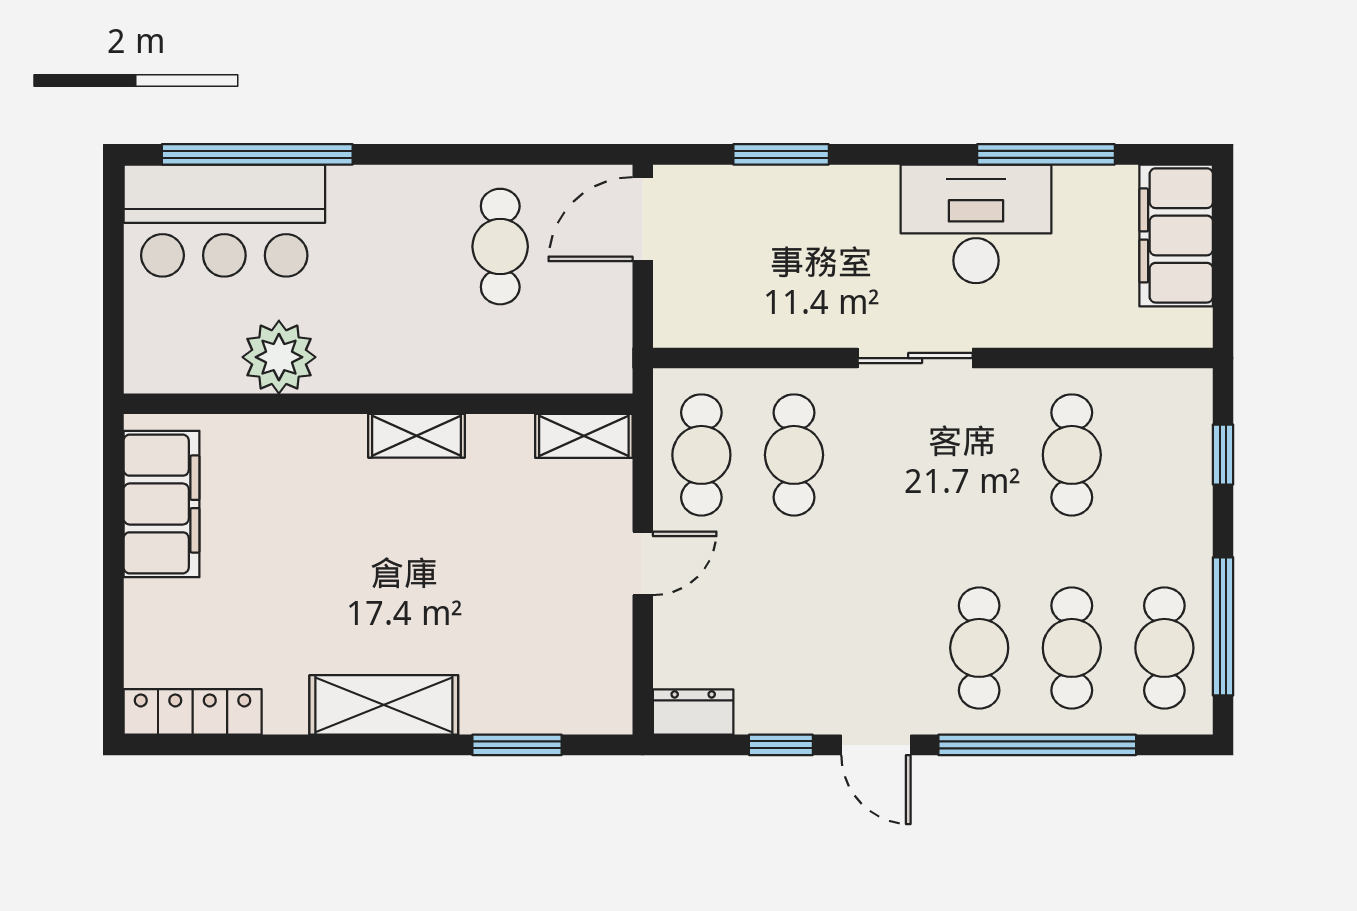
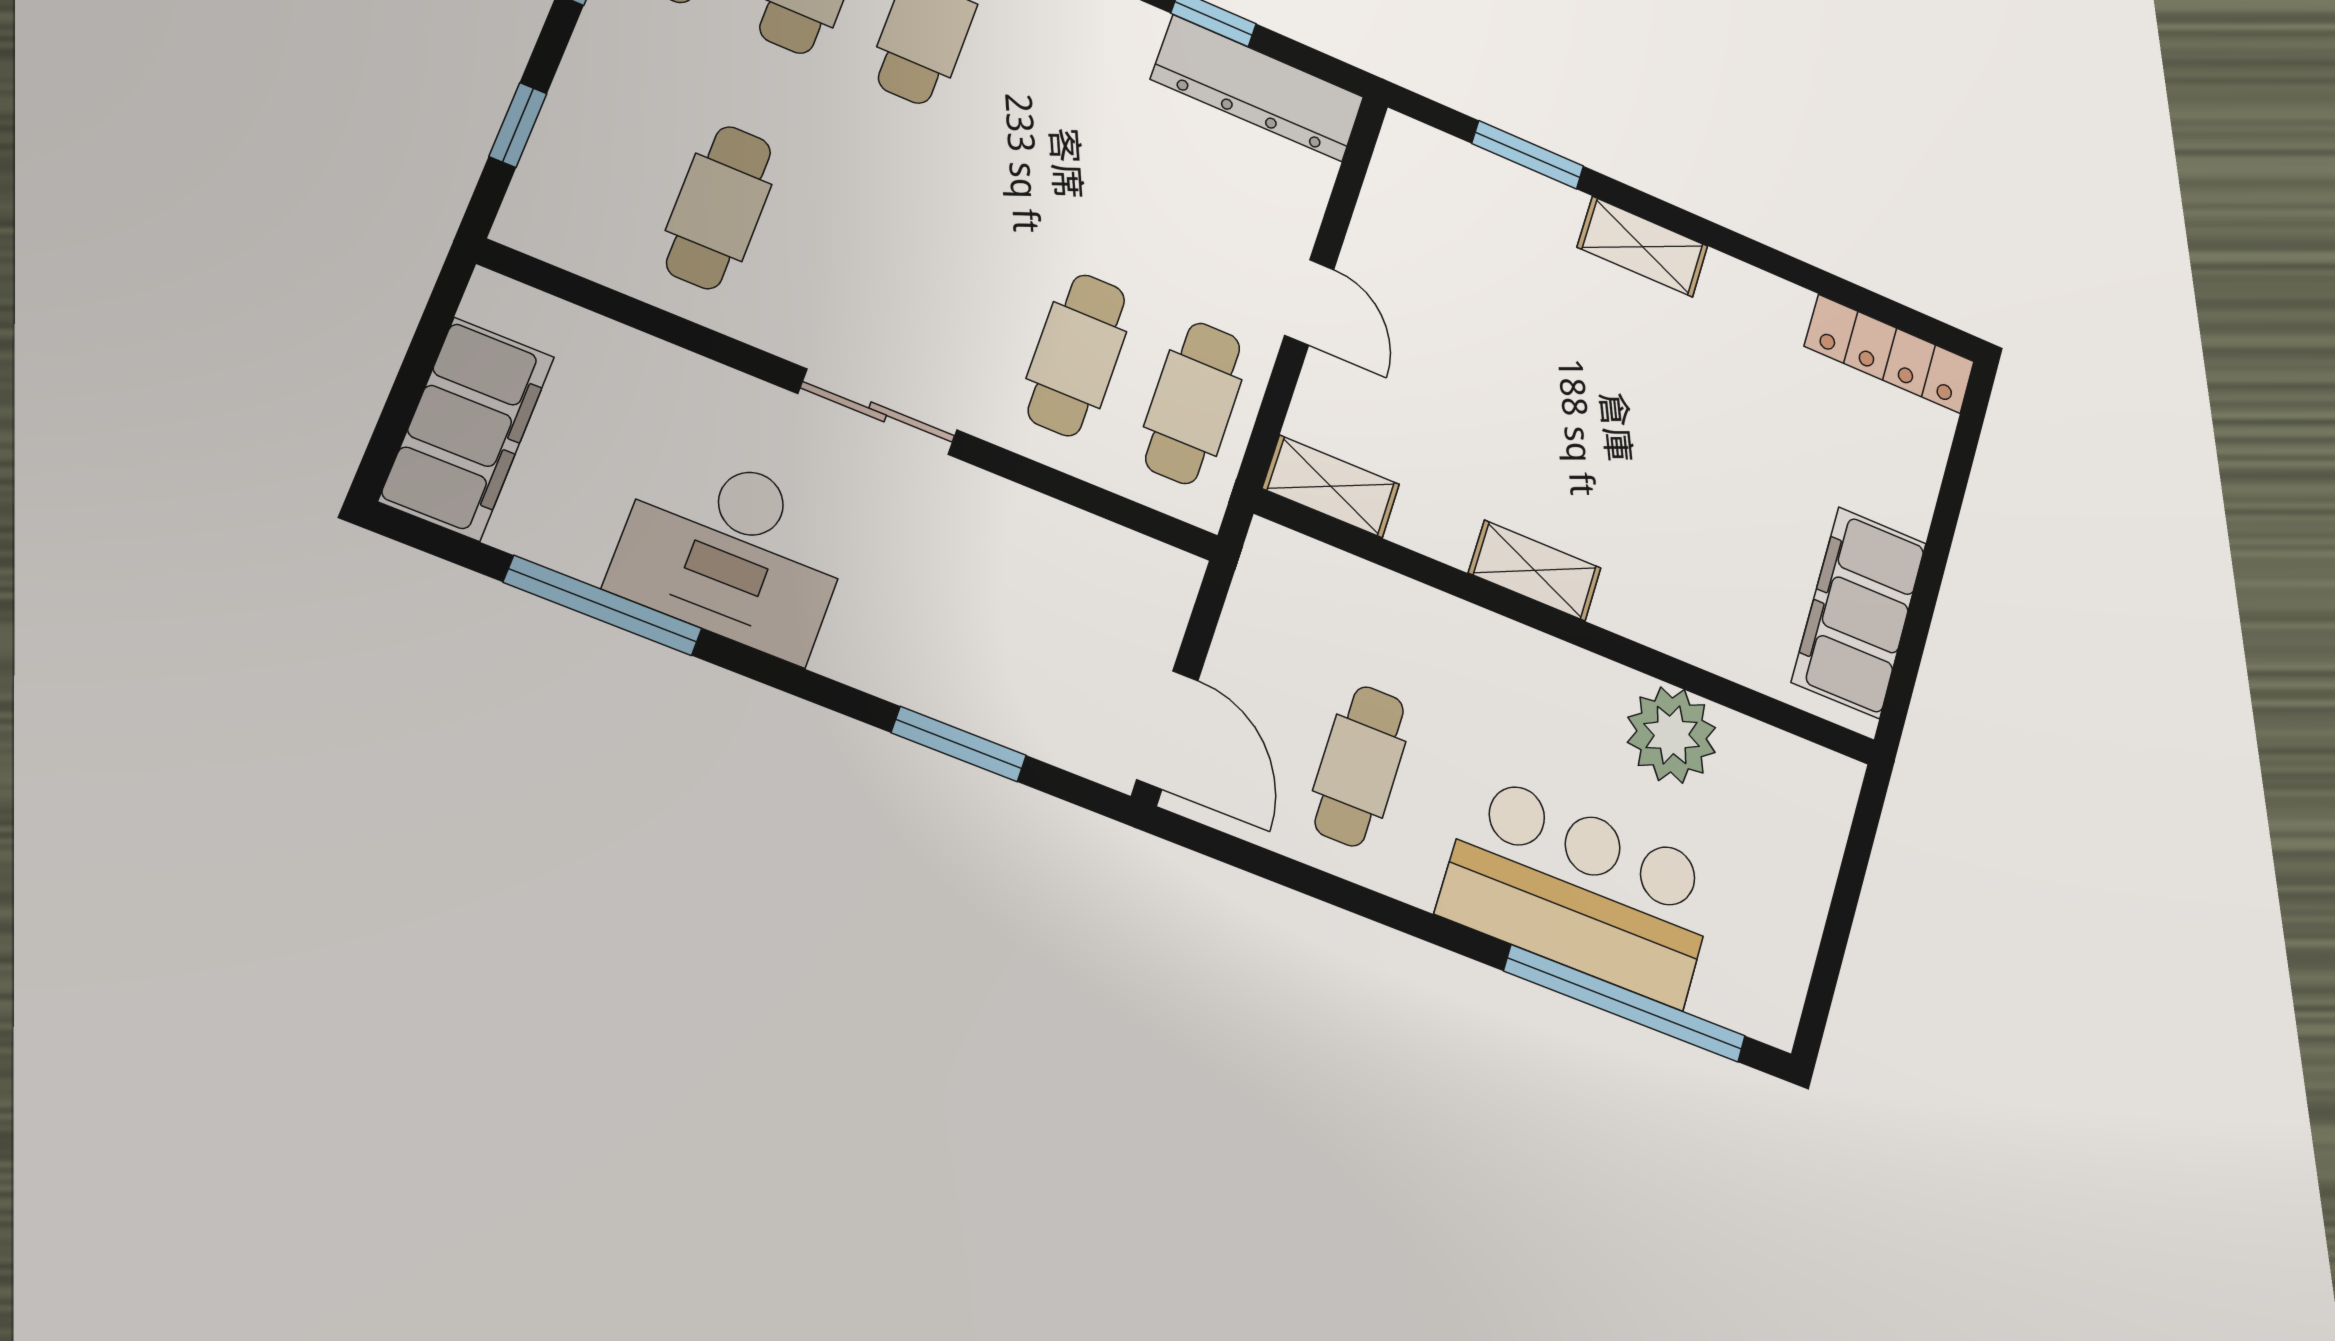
door: (643, 219) -> (1167, 730), hinge flipped
bar counter: (224, 221) -> (1580, 891), moved
door: (643, 563) -> (1309, 302), swing flipped
shelving: (384, 705) -> (1643, 247), width x0.67, depth x0.75
dresser: (693, 712) -> (1258, 88), width x1.96, depth x1.24

